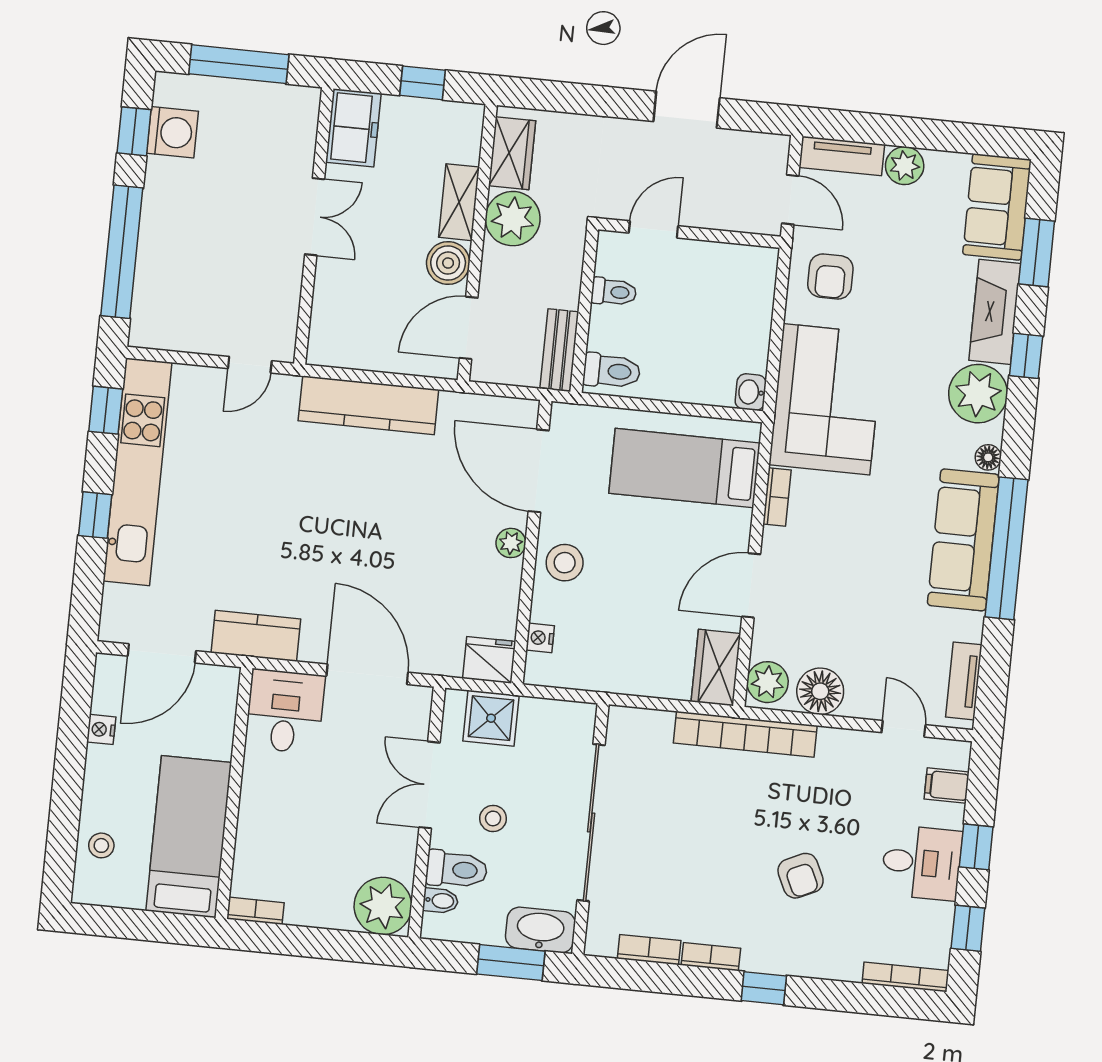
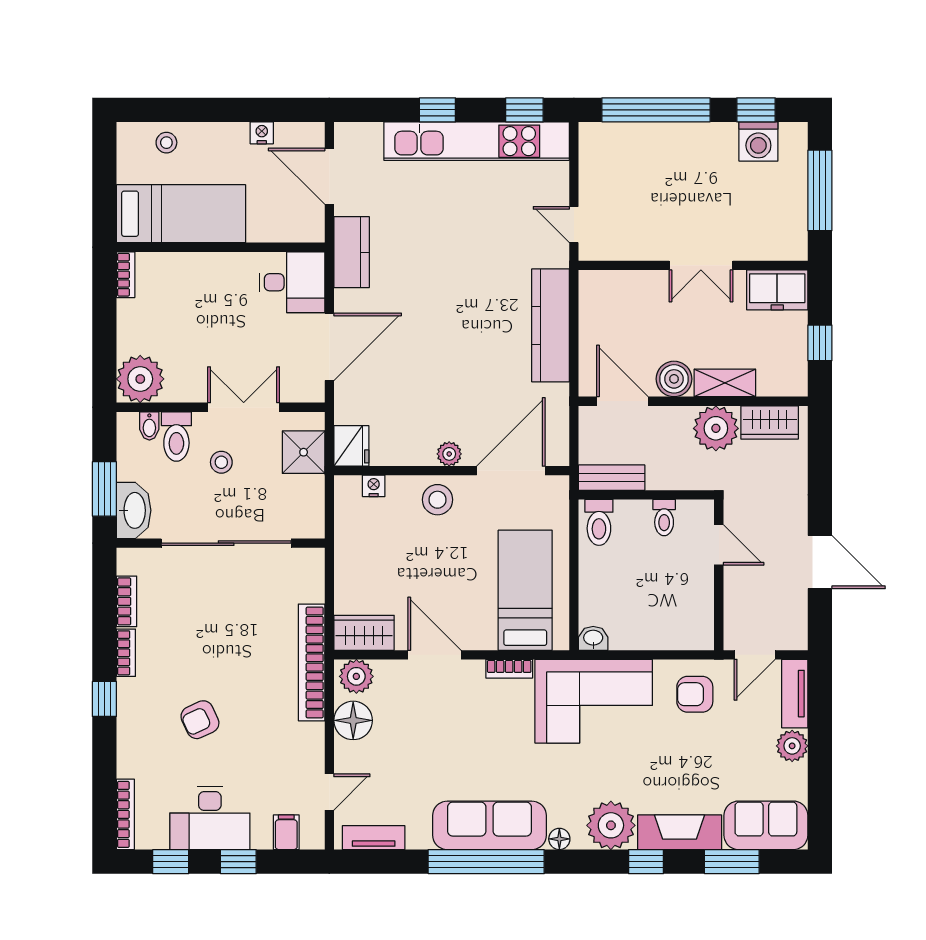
desk: (922, 863) -> (210, 818), width x1.37

